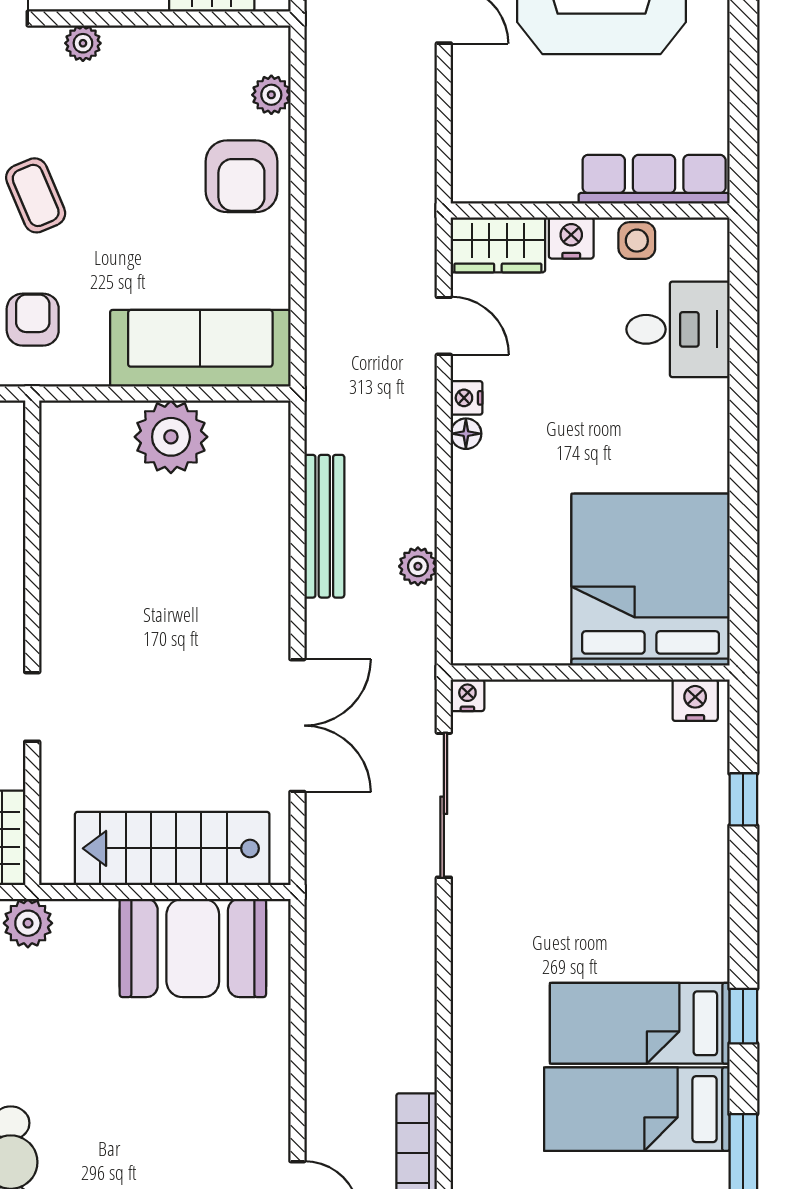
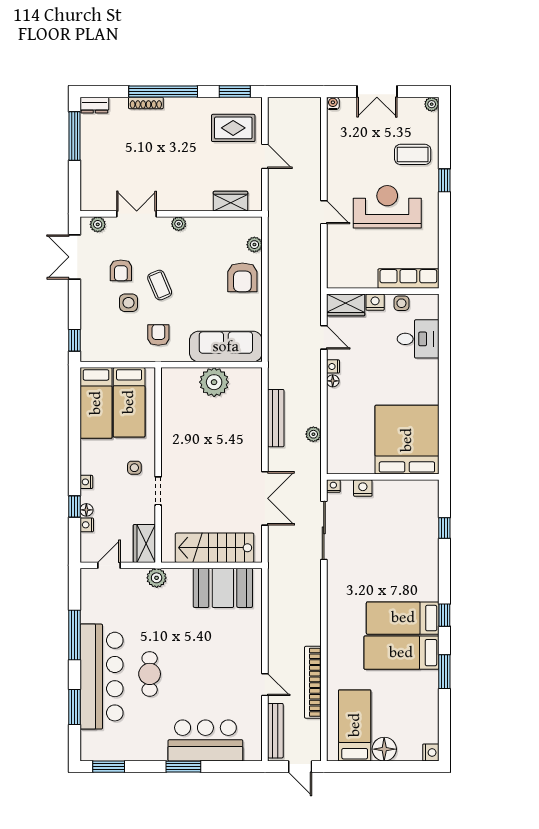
nightstand: (695, 700) -> (363, 488), moved

